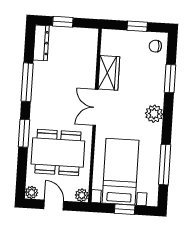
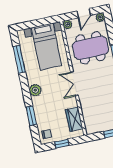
wardrobe: (109, 73) -> (74, 119), moved
double door: (95, 107) -> (74, 84), swing flipped
door: (54, 205) -> (84, 13), hinge flipped
window: (125, 209) -> (37, 23), removed

